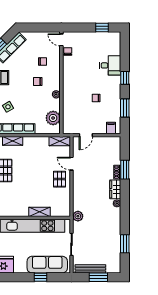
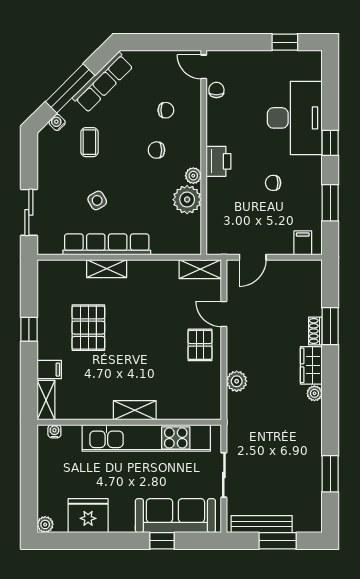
desk: (110, 65) -> (295, 118), width x1.87, depth x1.30
printer: (69, 87) -> (218, 161), added
plant: (53, 118) -> (187, 200), moved
shelving: (40, 212) -> (135, 410), moved
plant: (78, 216) -> (237, 381), moved

